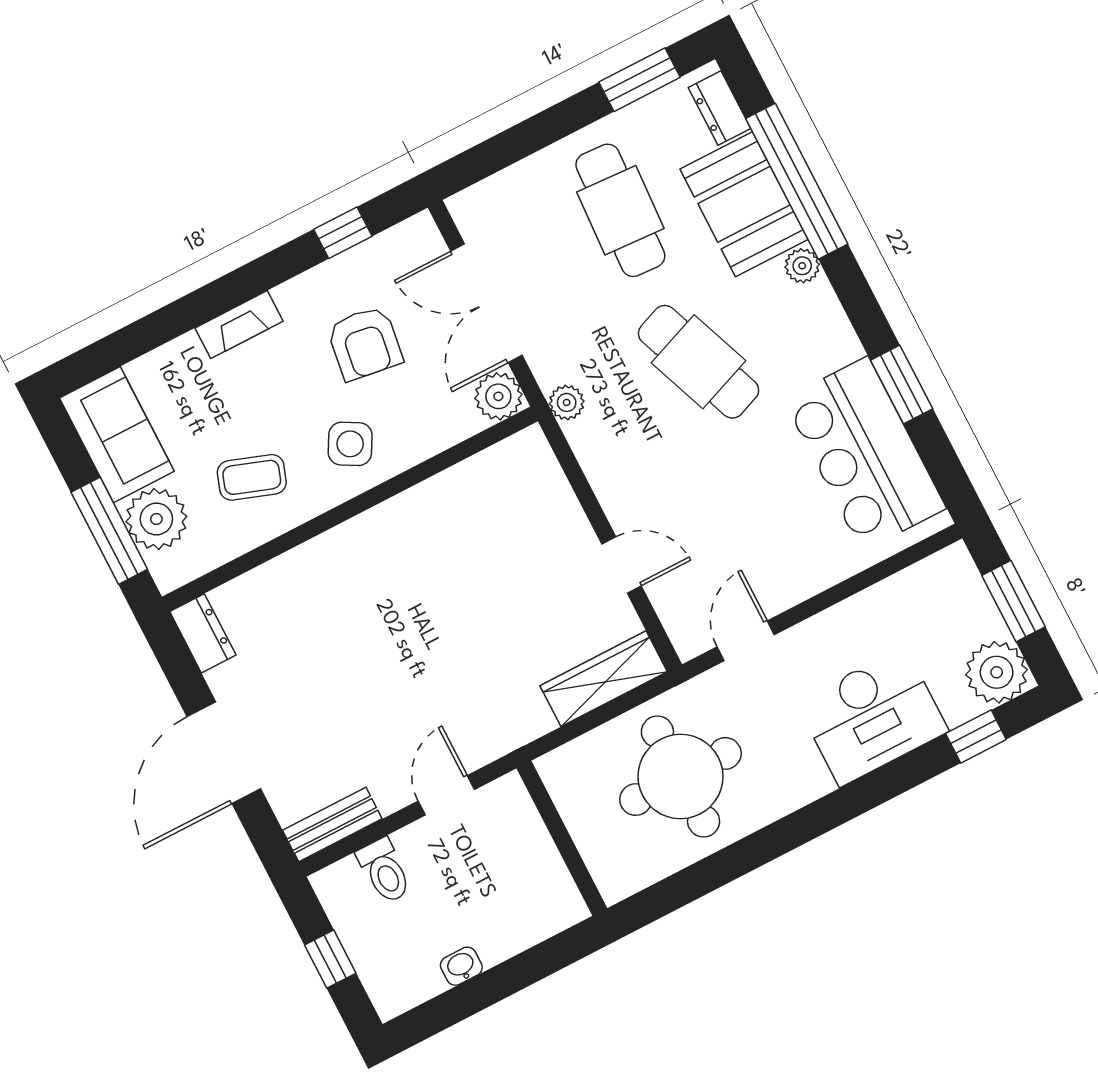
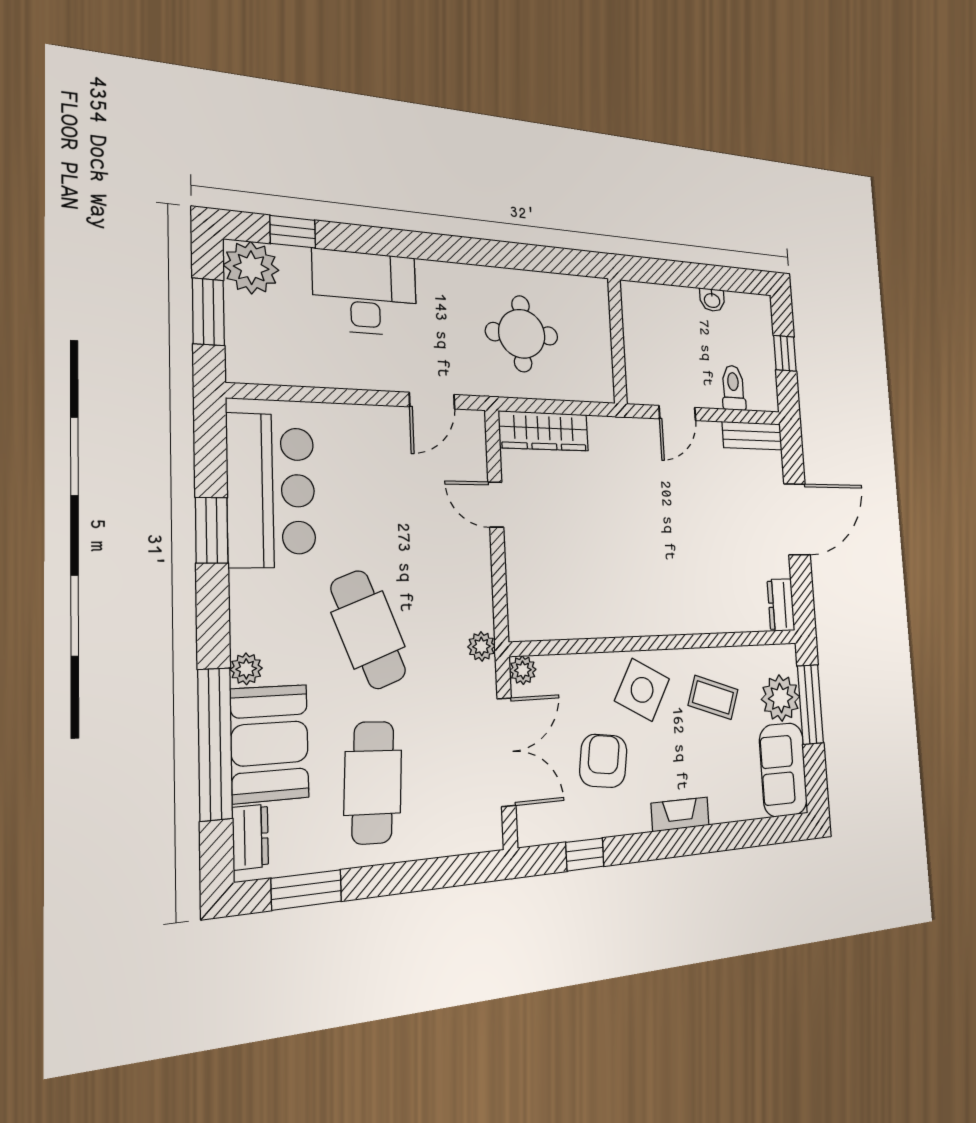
plant: (498, 396) -> (523, 670), width x0.73, depth x0.73
side table: (350, 444) -> (642, 690), width x1.37, depth x1.37
round table: (680, 776) -> (522, 334), width x0.73, depth x0.73

